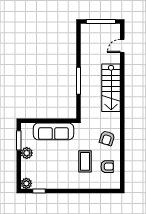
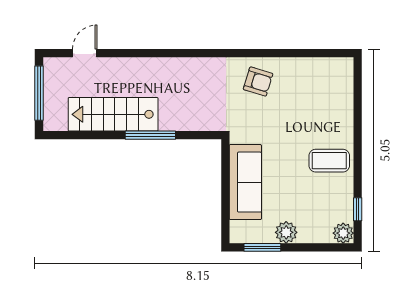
door: (122, 46) -> (85, 53), swing flipped
stairs: (111, 88) -> (113, 114), moved, turned 180
coffee table: (85, 161) -> (329, 161), moved
armchair: (107, 167) -> (311, 81), removed

